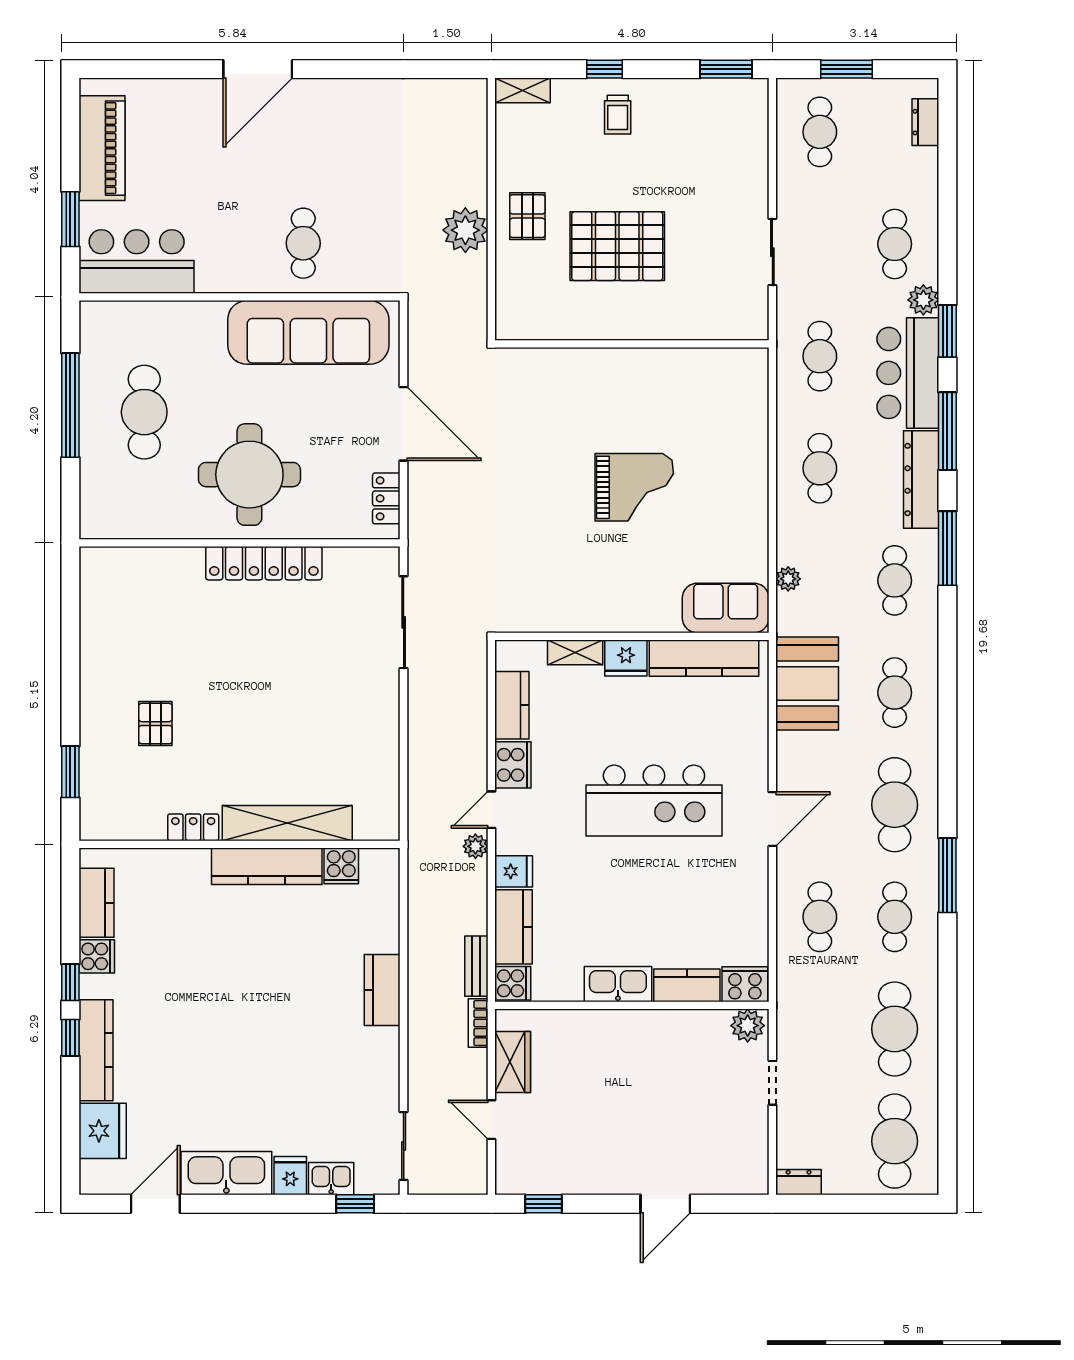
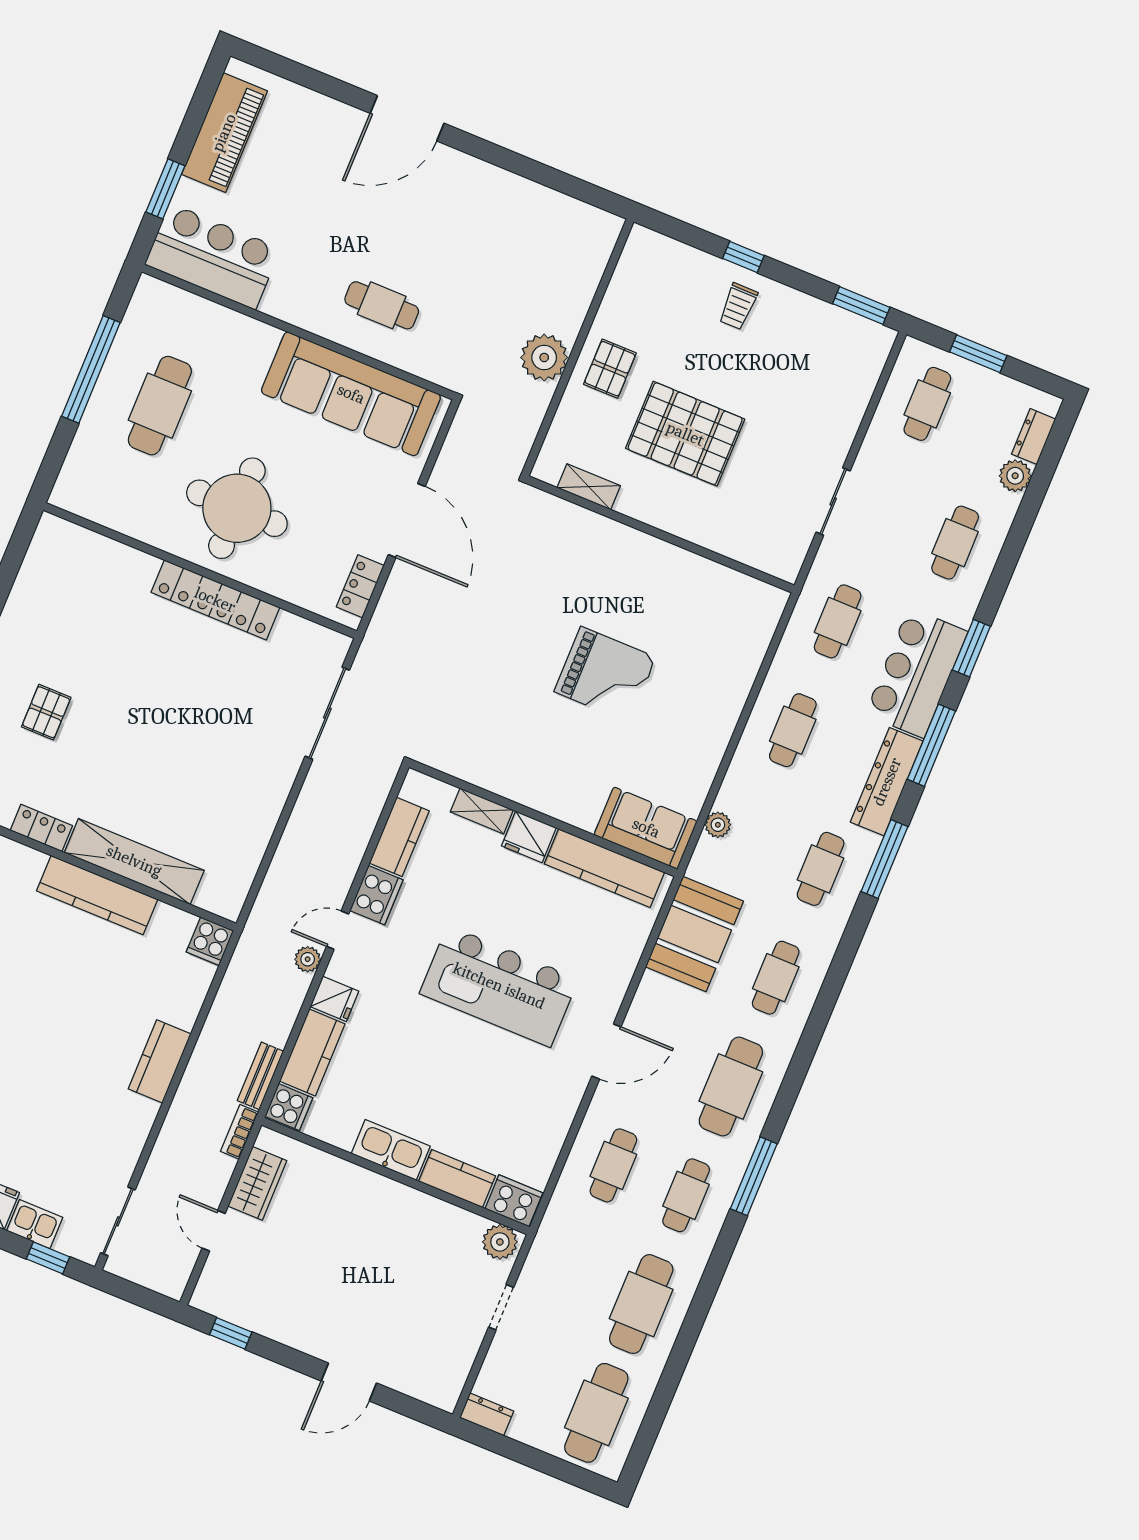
shelving: (523, 90) -> (589, 487), moved
cafe table: (303, 243) -> (382, 305), turned 90
plant: (923, 300) -> (1015, 476), moved
cooker: (341, 866) -> (210, 941), moved

